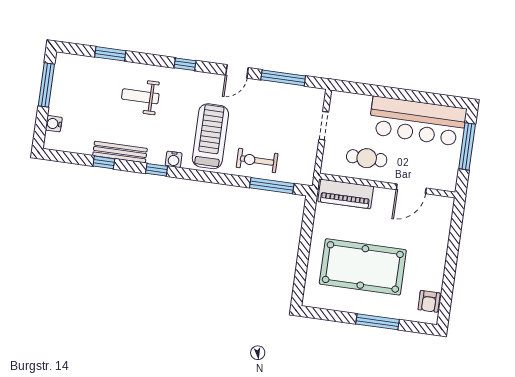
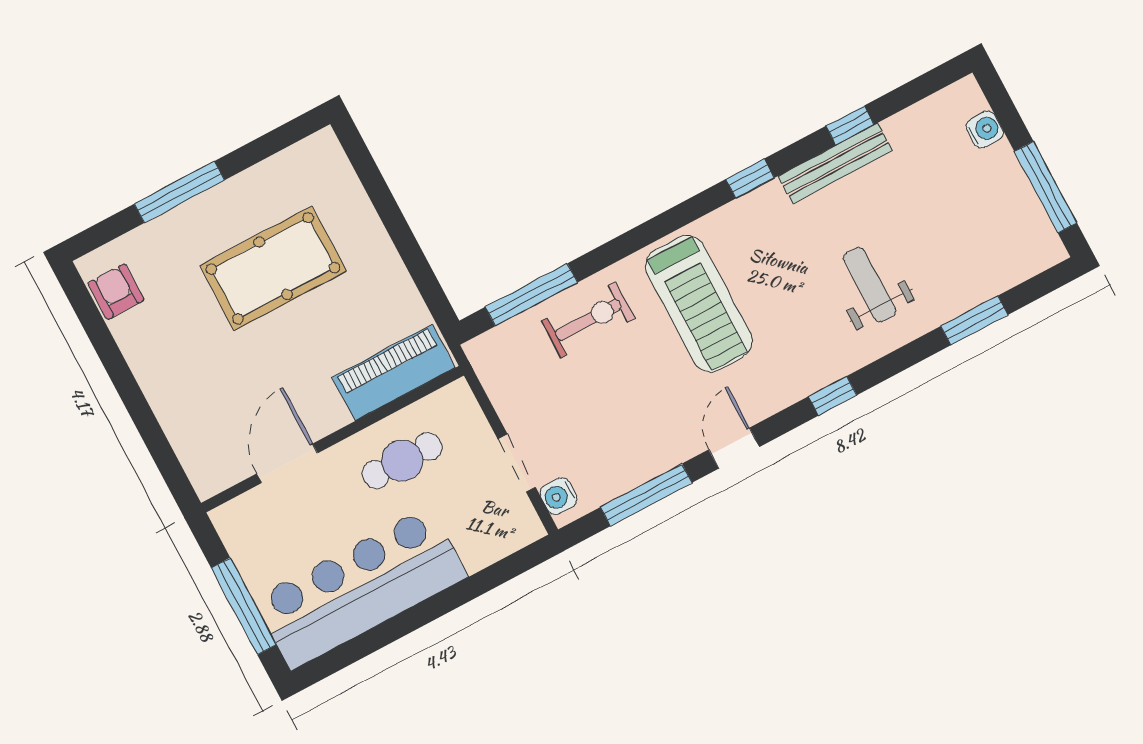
weight bench: (140, 96) -> (870, 285), turned -90
water cooler: (174, 159) -> (559, 496), moved, turned -90
pool table: (363, 267) -> (273, 268), width x0.73, depth x0.76

